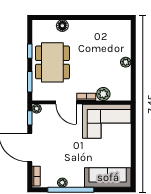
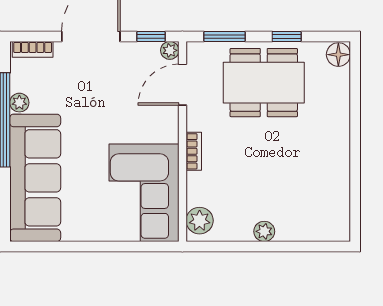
floor lamp: (62, 26) -> (338, 55), moved
plant: (103, 94) -> (200, 221), moved
door: (66, 102) -> (182, 85), moved
sofa: (108, 177) -> (35, 178), width x1.36, depth x1.27

